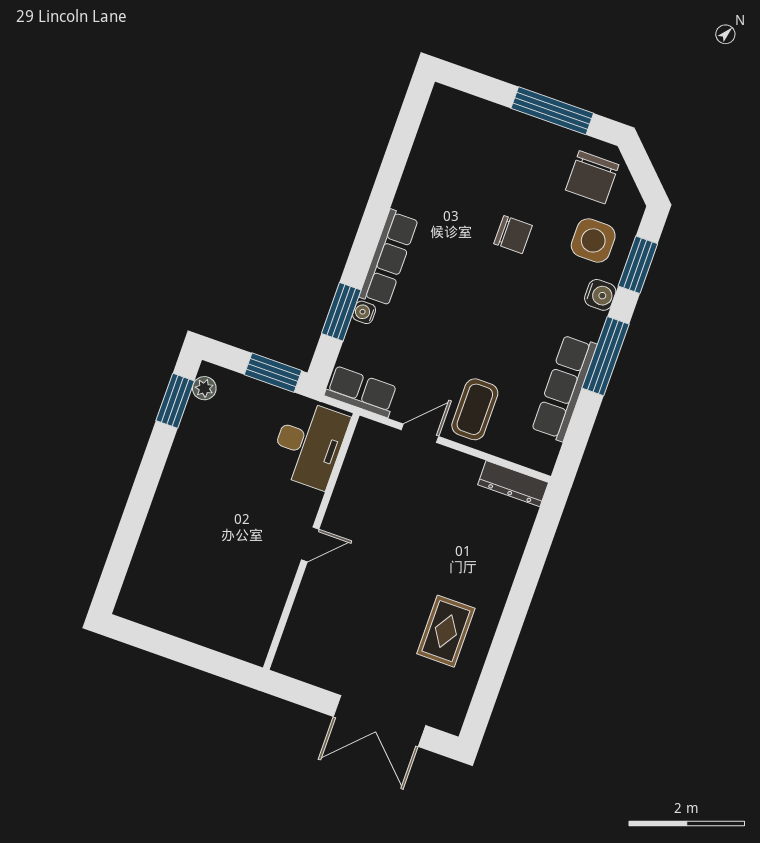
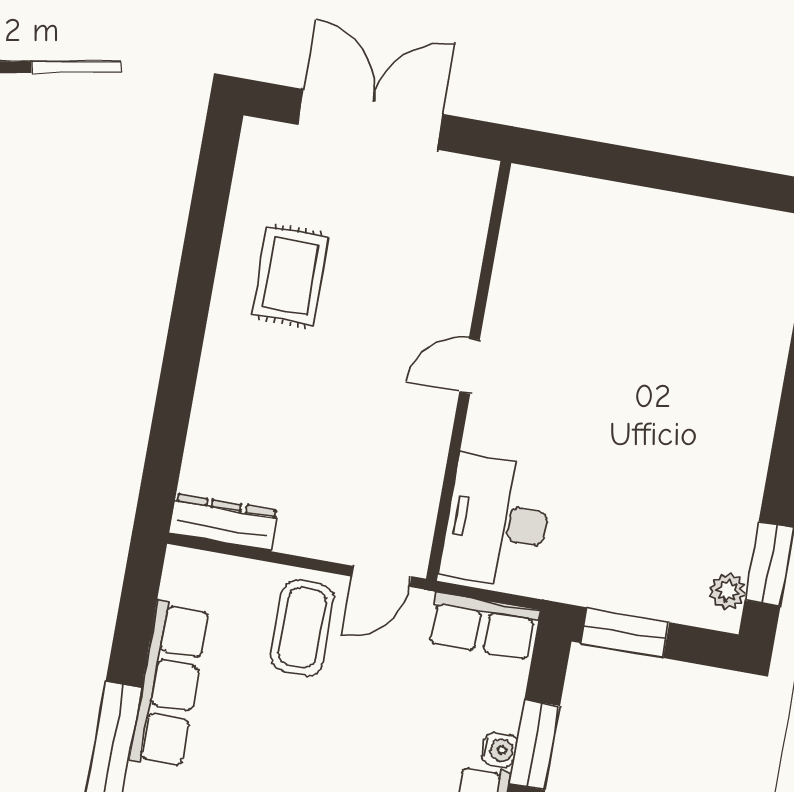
desk: (309, 444) -> (497, 521), moved
wall: (311, 541) -> (469, 371), moved
door: (310, 544) -> (470, 366), moved

